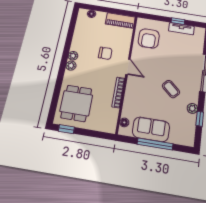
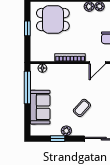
window: (66, 129) -> (27, 28), moved
sofa: (151, 129) -> (40, 107), moved
window: (155, 144) -> (27, 87), moved

